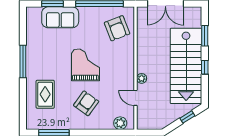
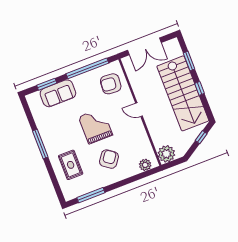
armchair: (117, 28) -> (111, 84), turned 116
plant: (142, 78) -> (166, 154), moved, width x1.87, depth x1.87
door: (135, 98) -> (139, 110), moved

